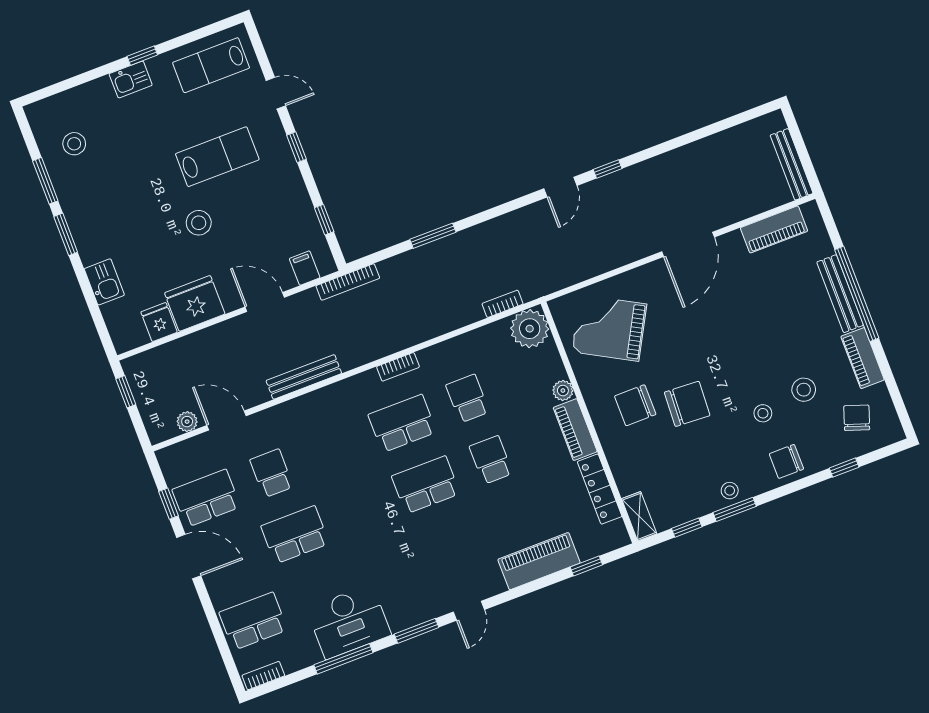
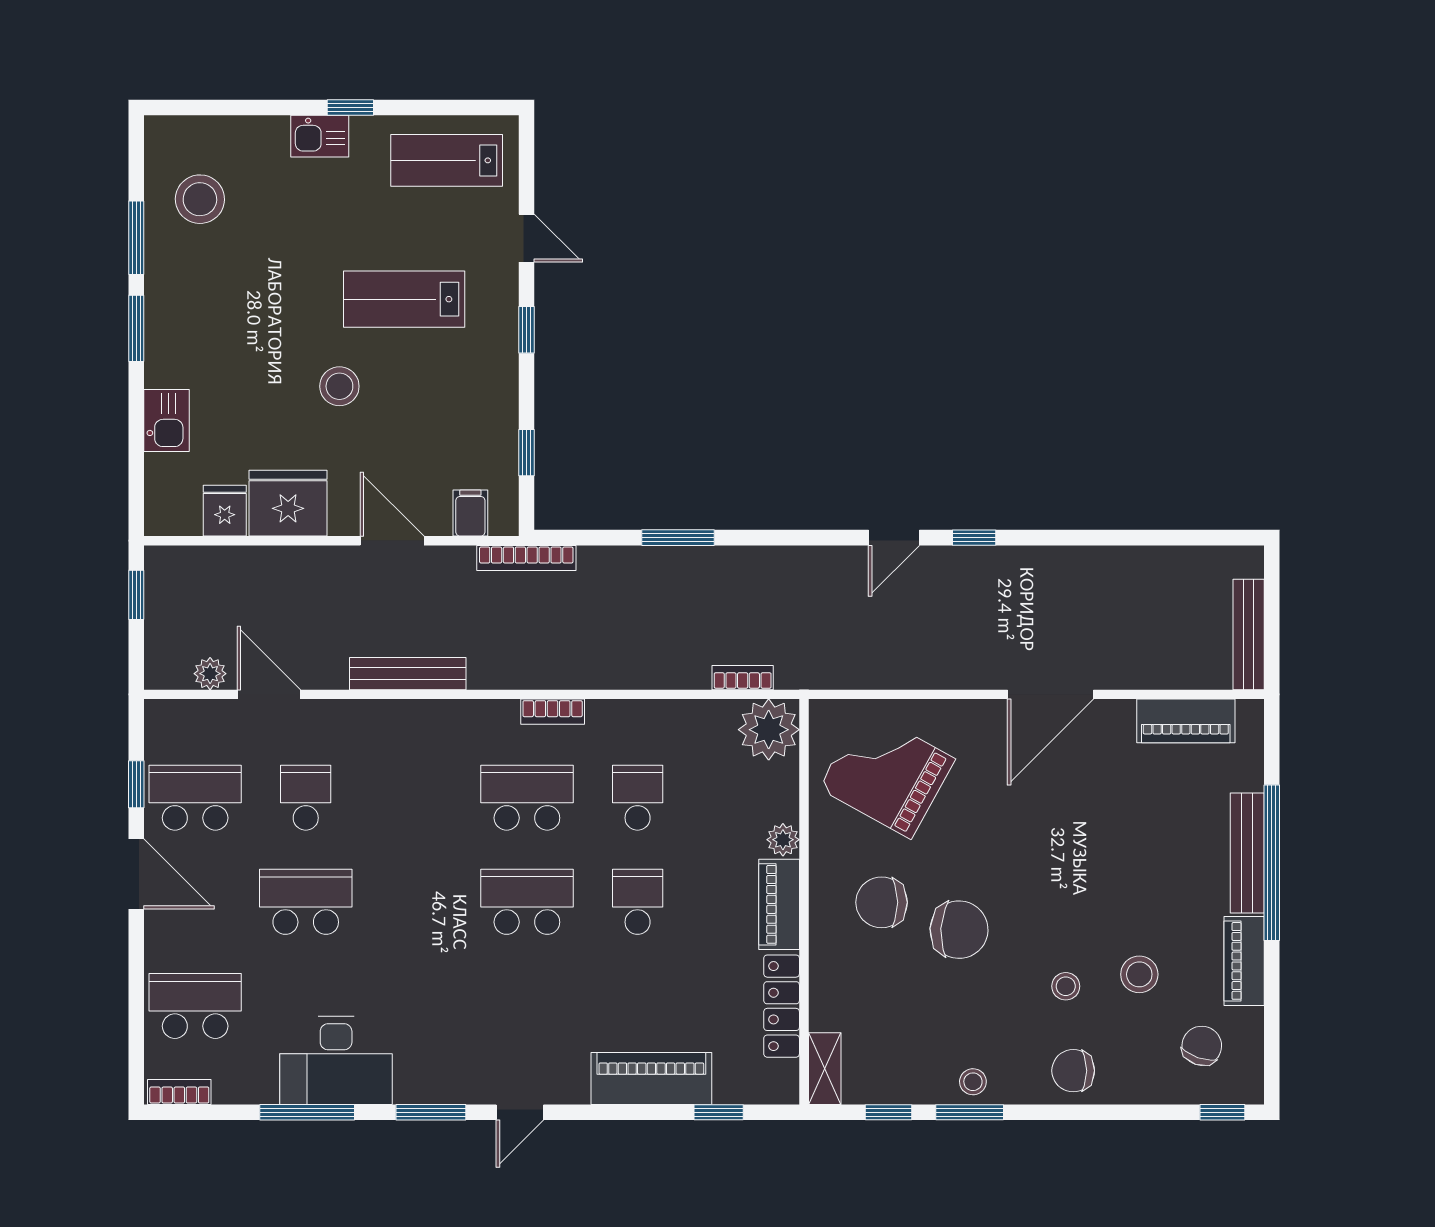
stool: (74, 144) -> (200, 199), width x1.38, depth x1.38
lab bench: (217, 157) -> (404, 299), turned 180
window: (844, 468) -> (1222, 1112), moved

